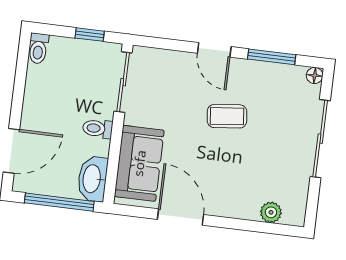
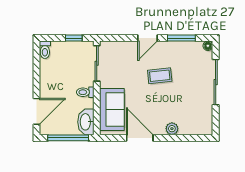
door: (214, 50) -> (147, 38), hinge flipped
plant: (271, 212) -> (172, 129), moved

